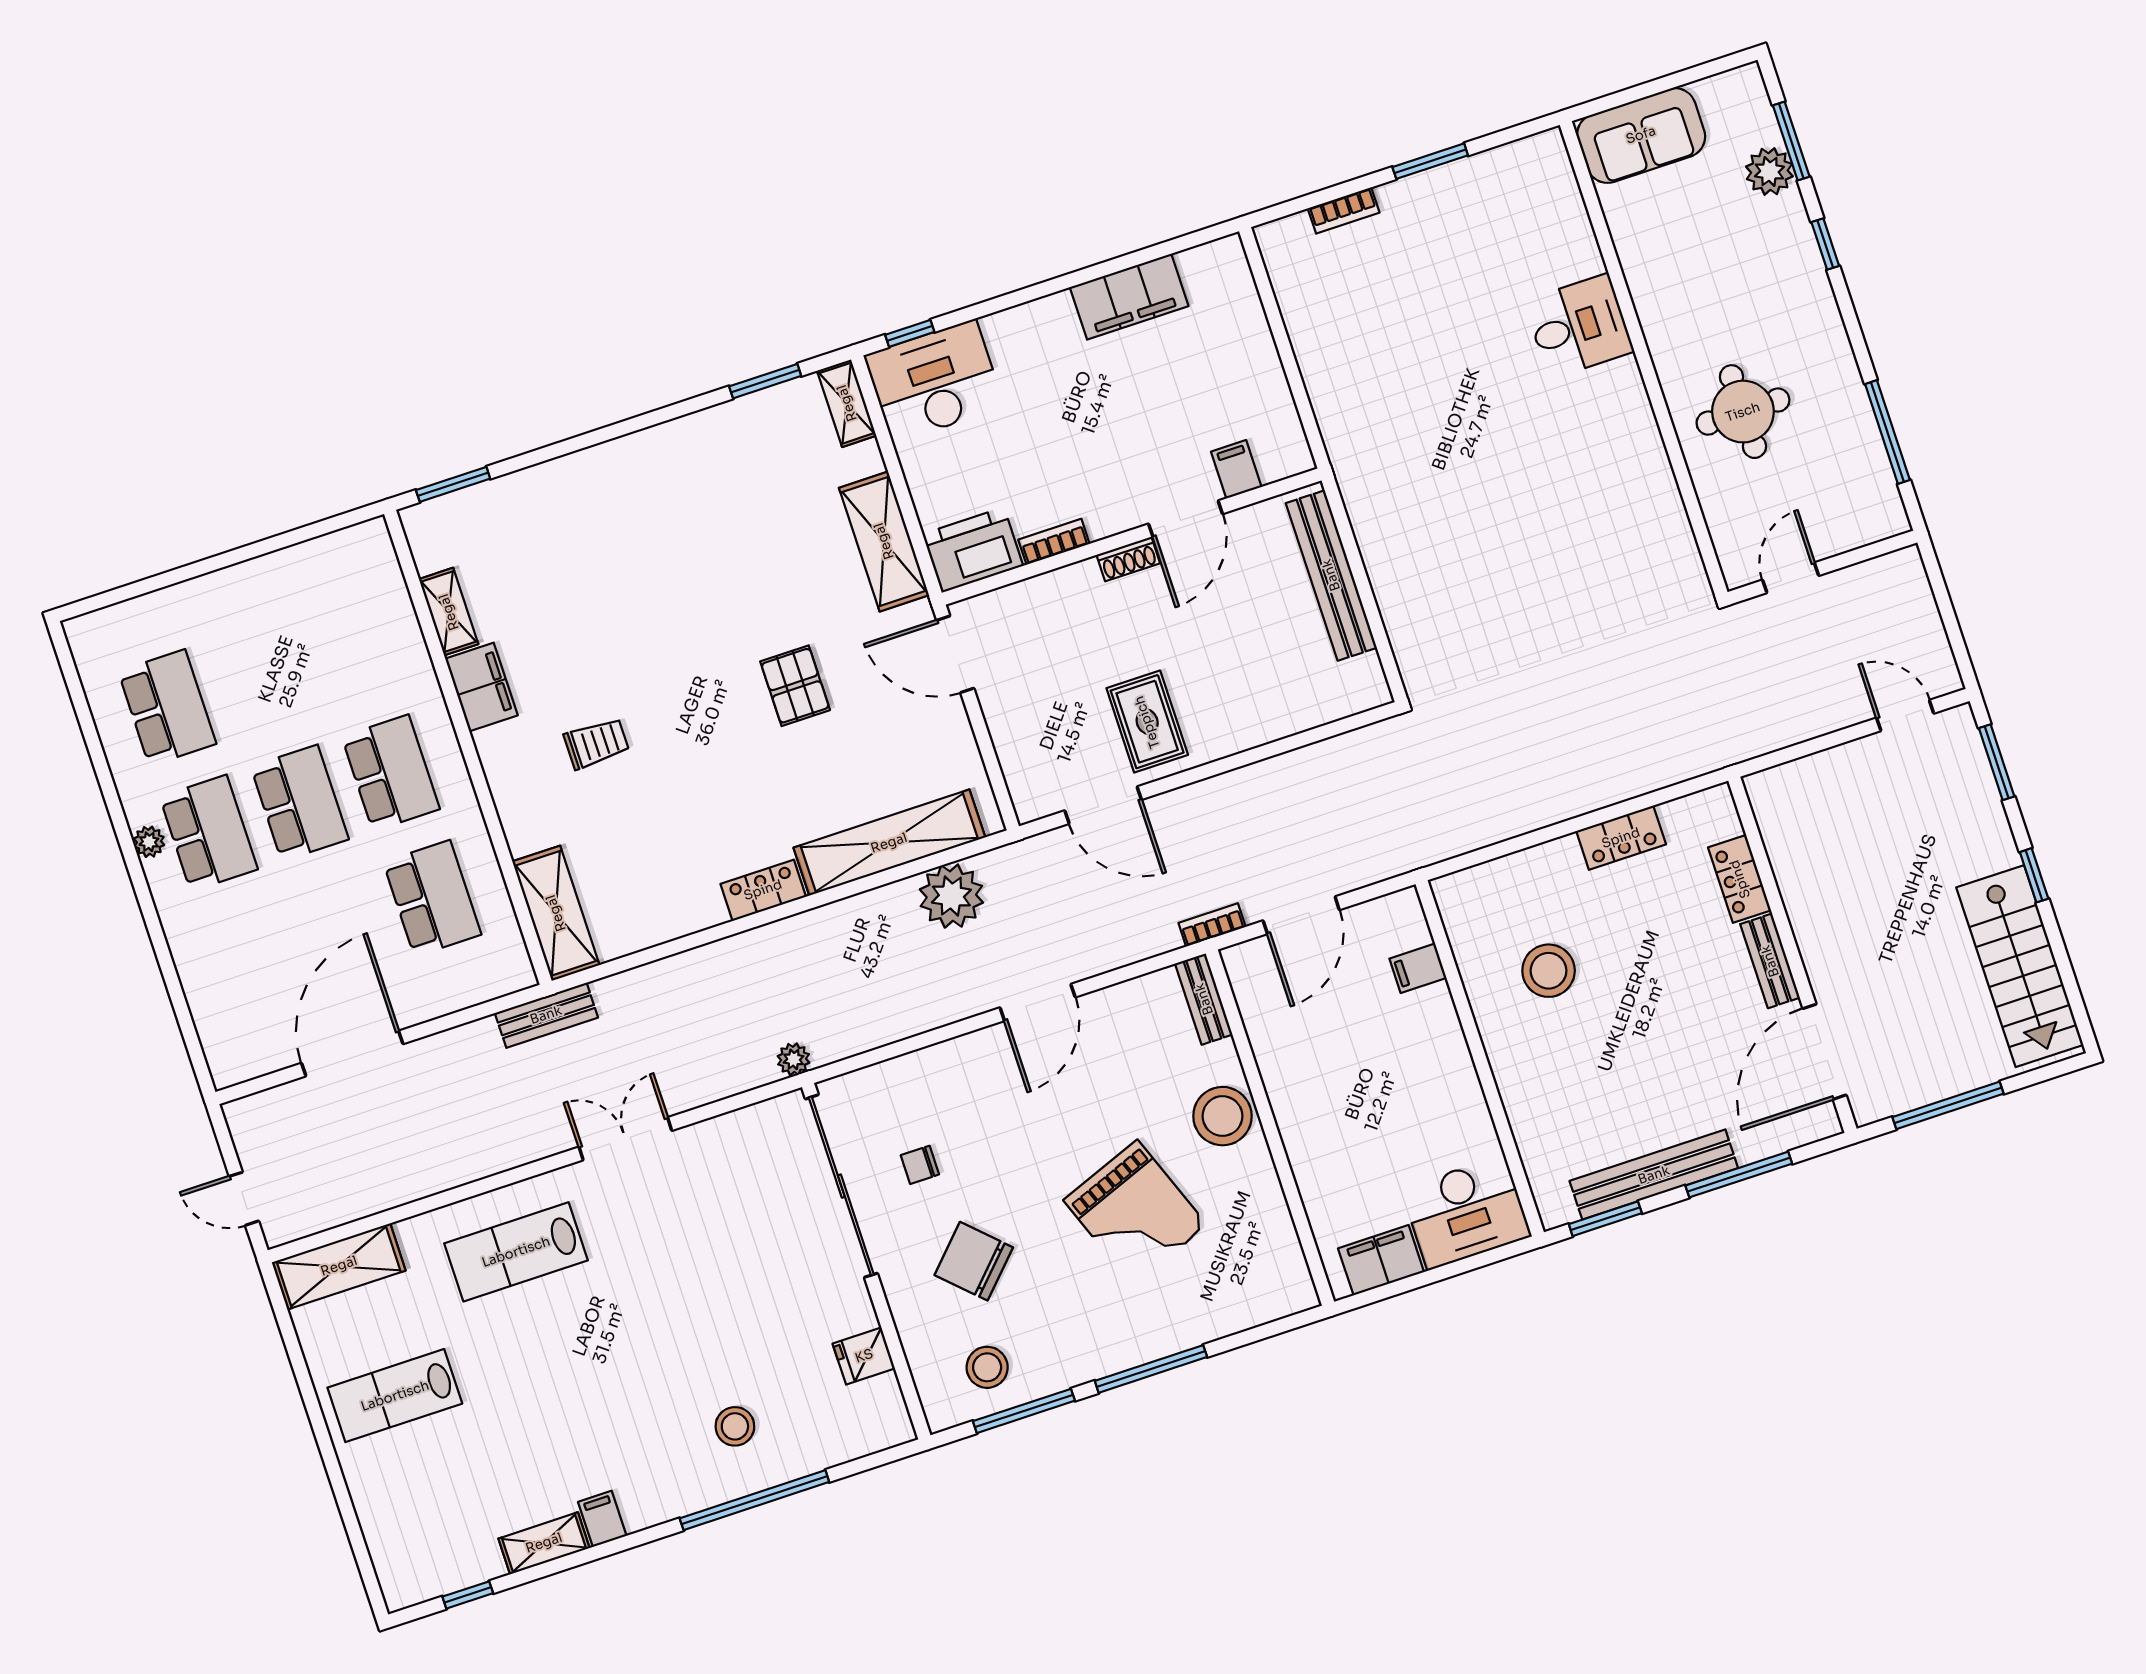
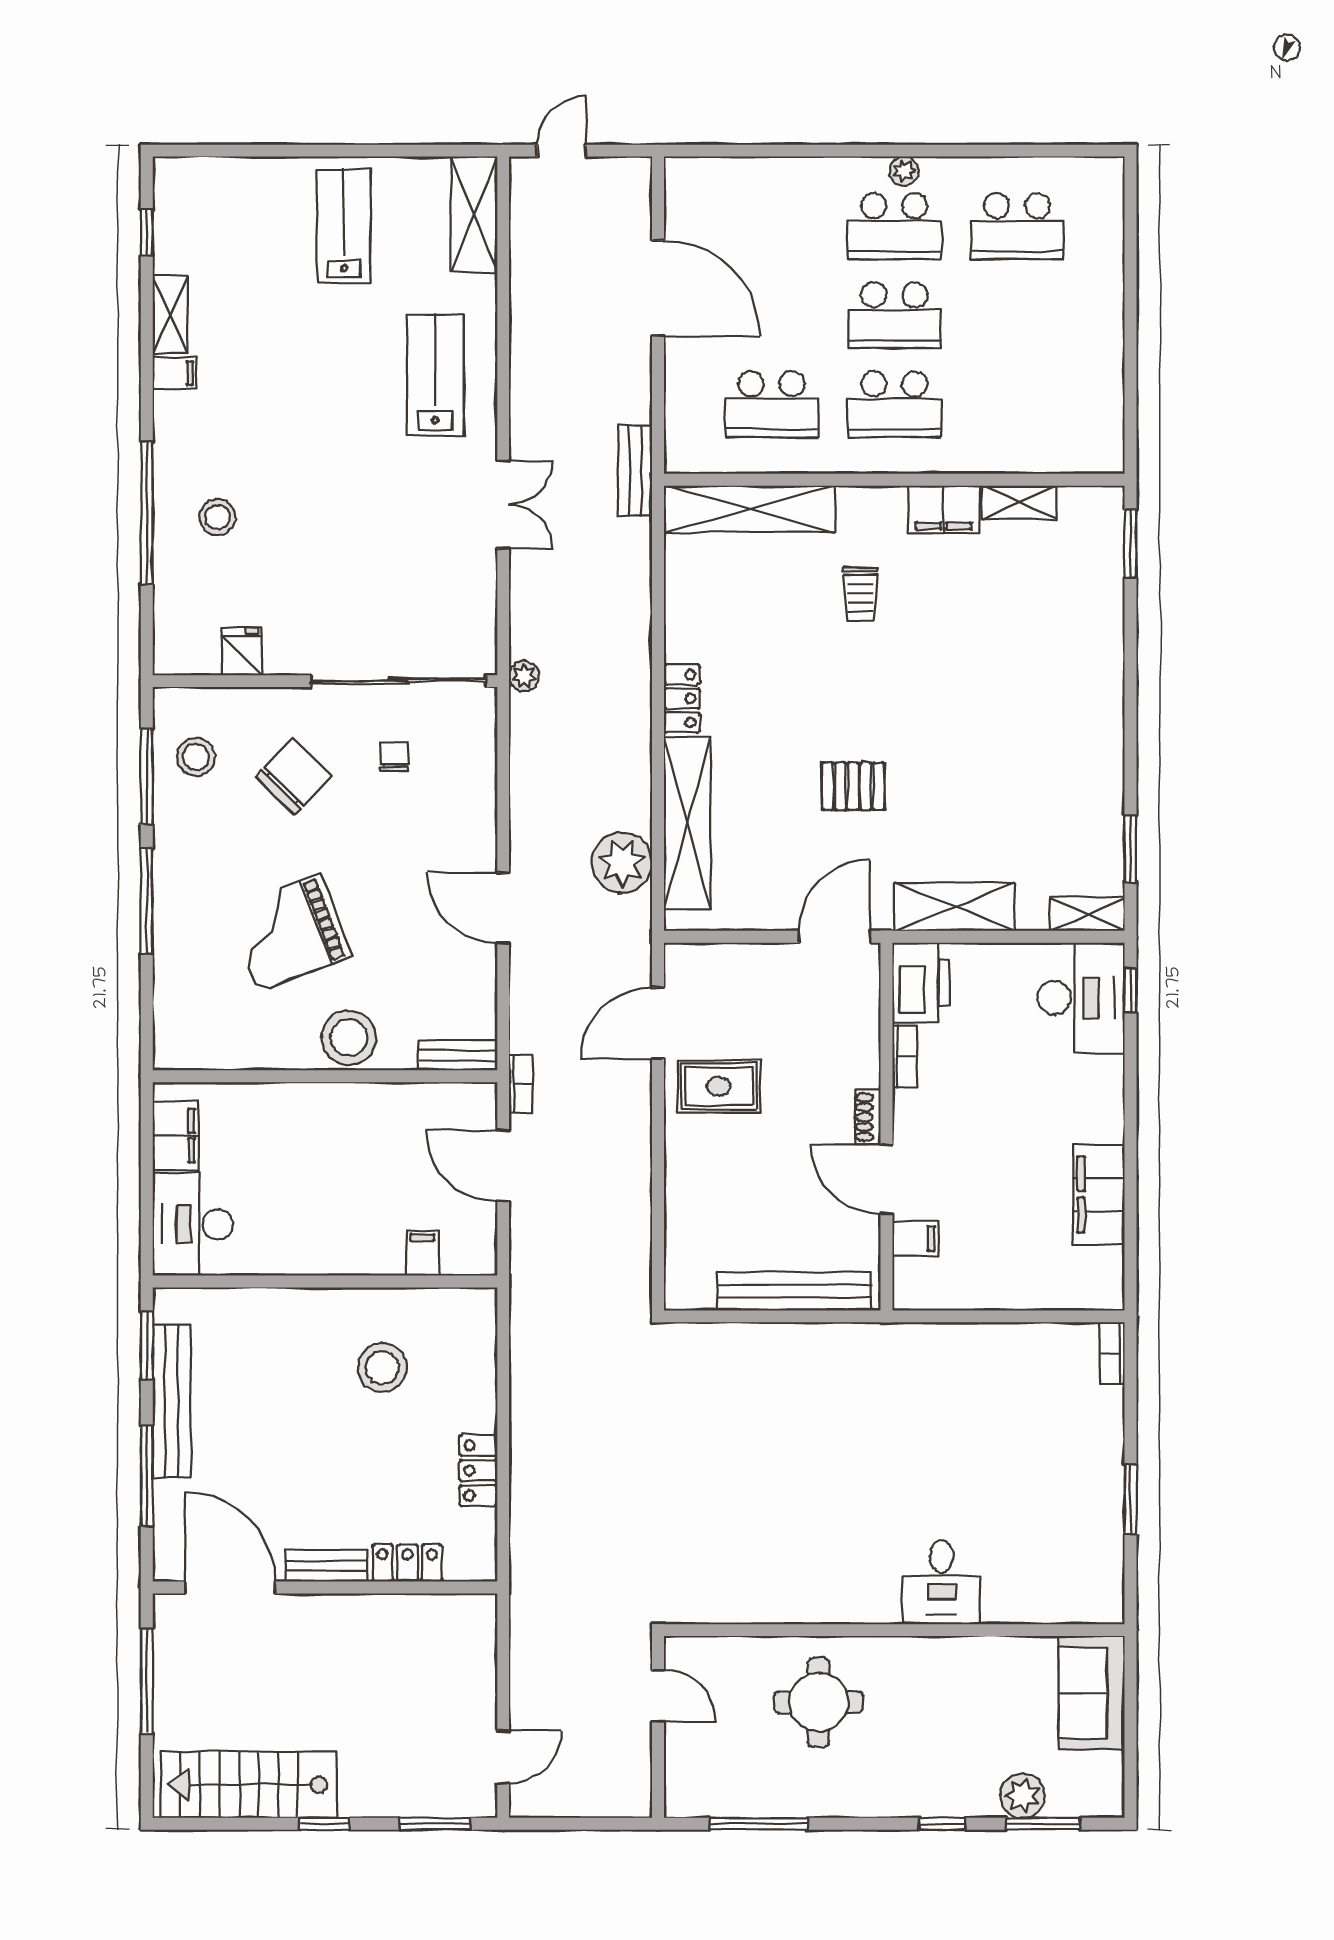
bookcase: (1344, 211) -> (1112, 1353), moved
shelving: (556, 913) -> (750, 509), width x1.47

